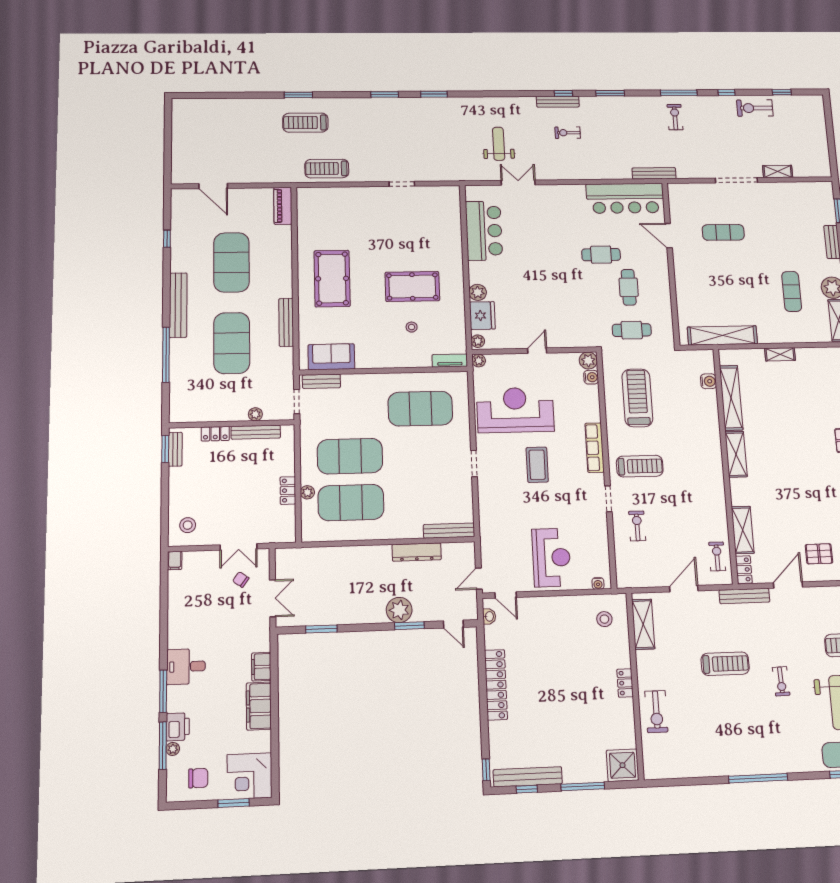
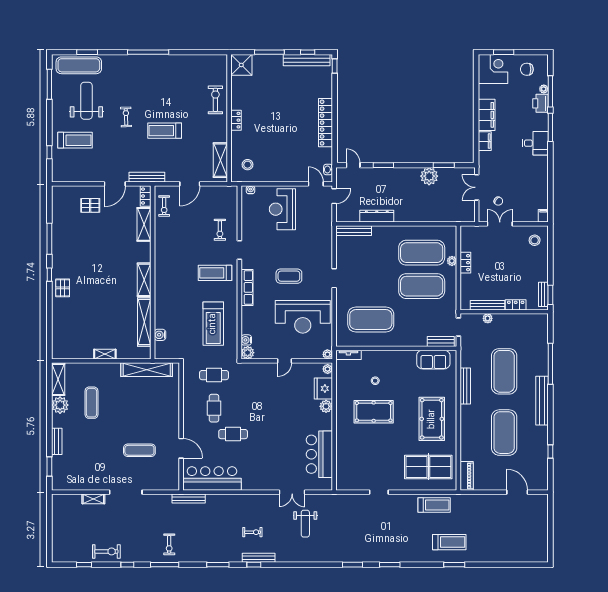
table tennis table: (336, 217) -> (428, 467), added
coffee table: (537, 465) -> (289, 276), turned 90
plant: (399, 610) -> (429, 176), moved

